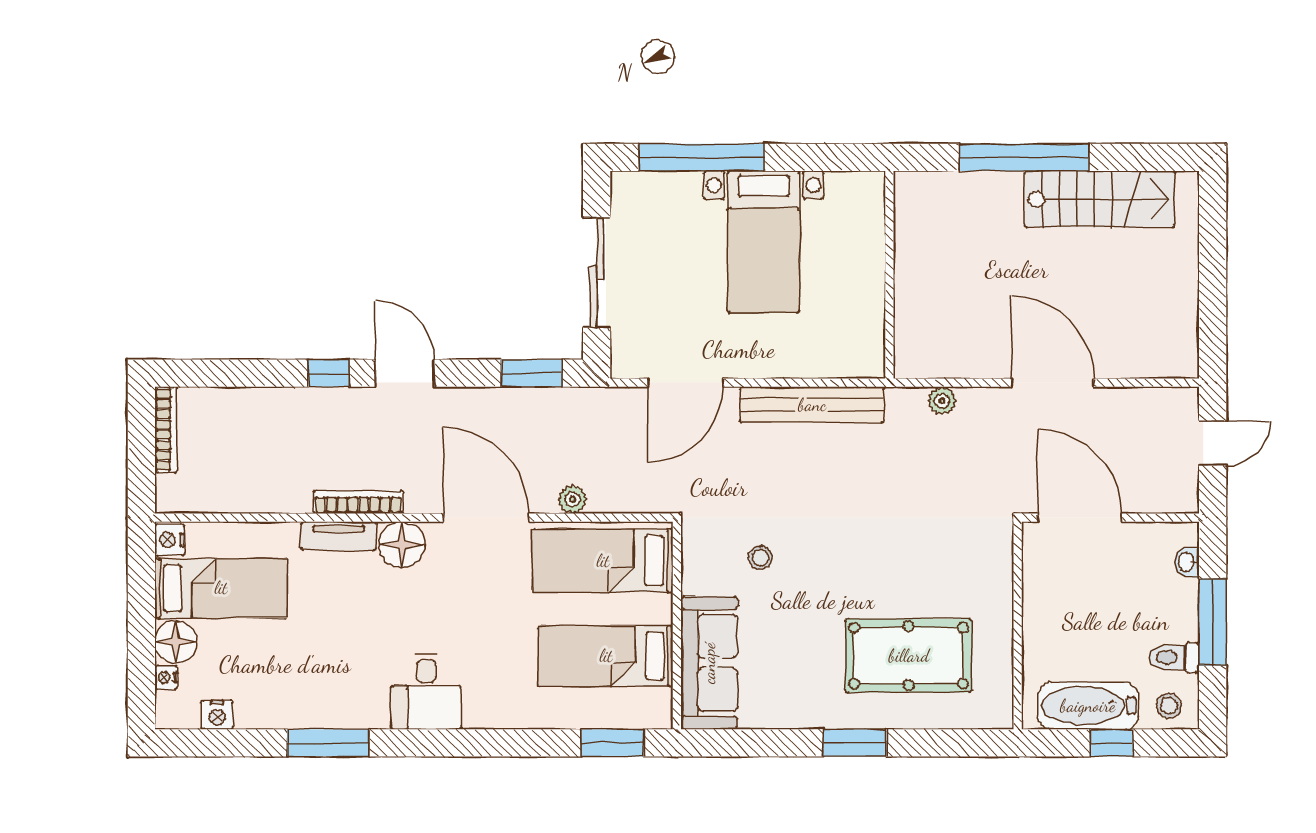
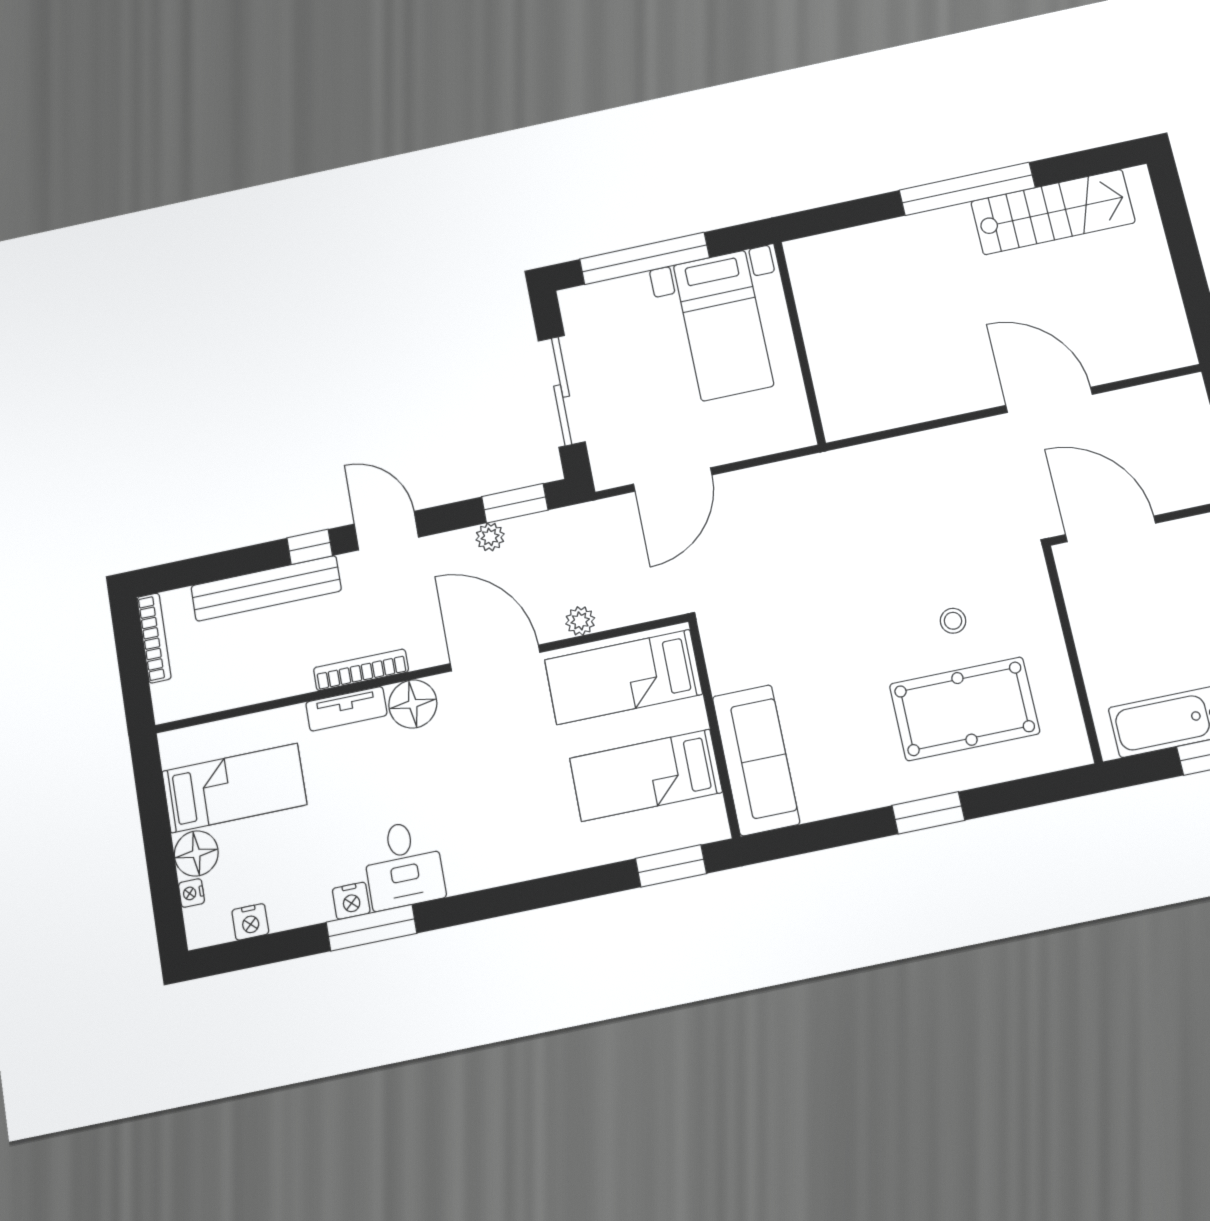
wall: (889, 275) -> (799, 342), moved
plant: (942, 401) -> (490, 537), moved
bench: (812, 405) -> (266, 588), moved
nightstand: (170, 540) -> (351, 901), moved, turned -90
stool: (760, 558) -> (953, 621), moved
desk: (426, 692) -> (403, 865), moved

